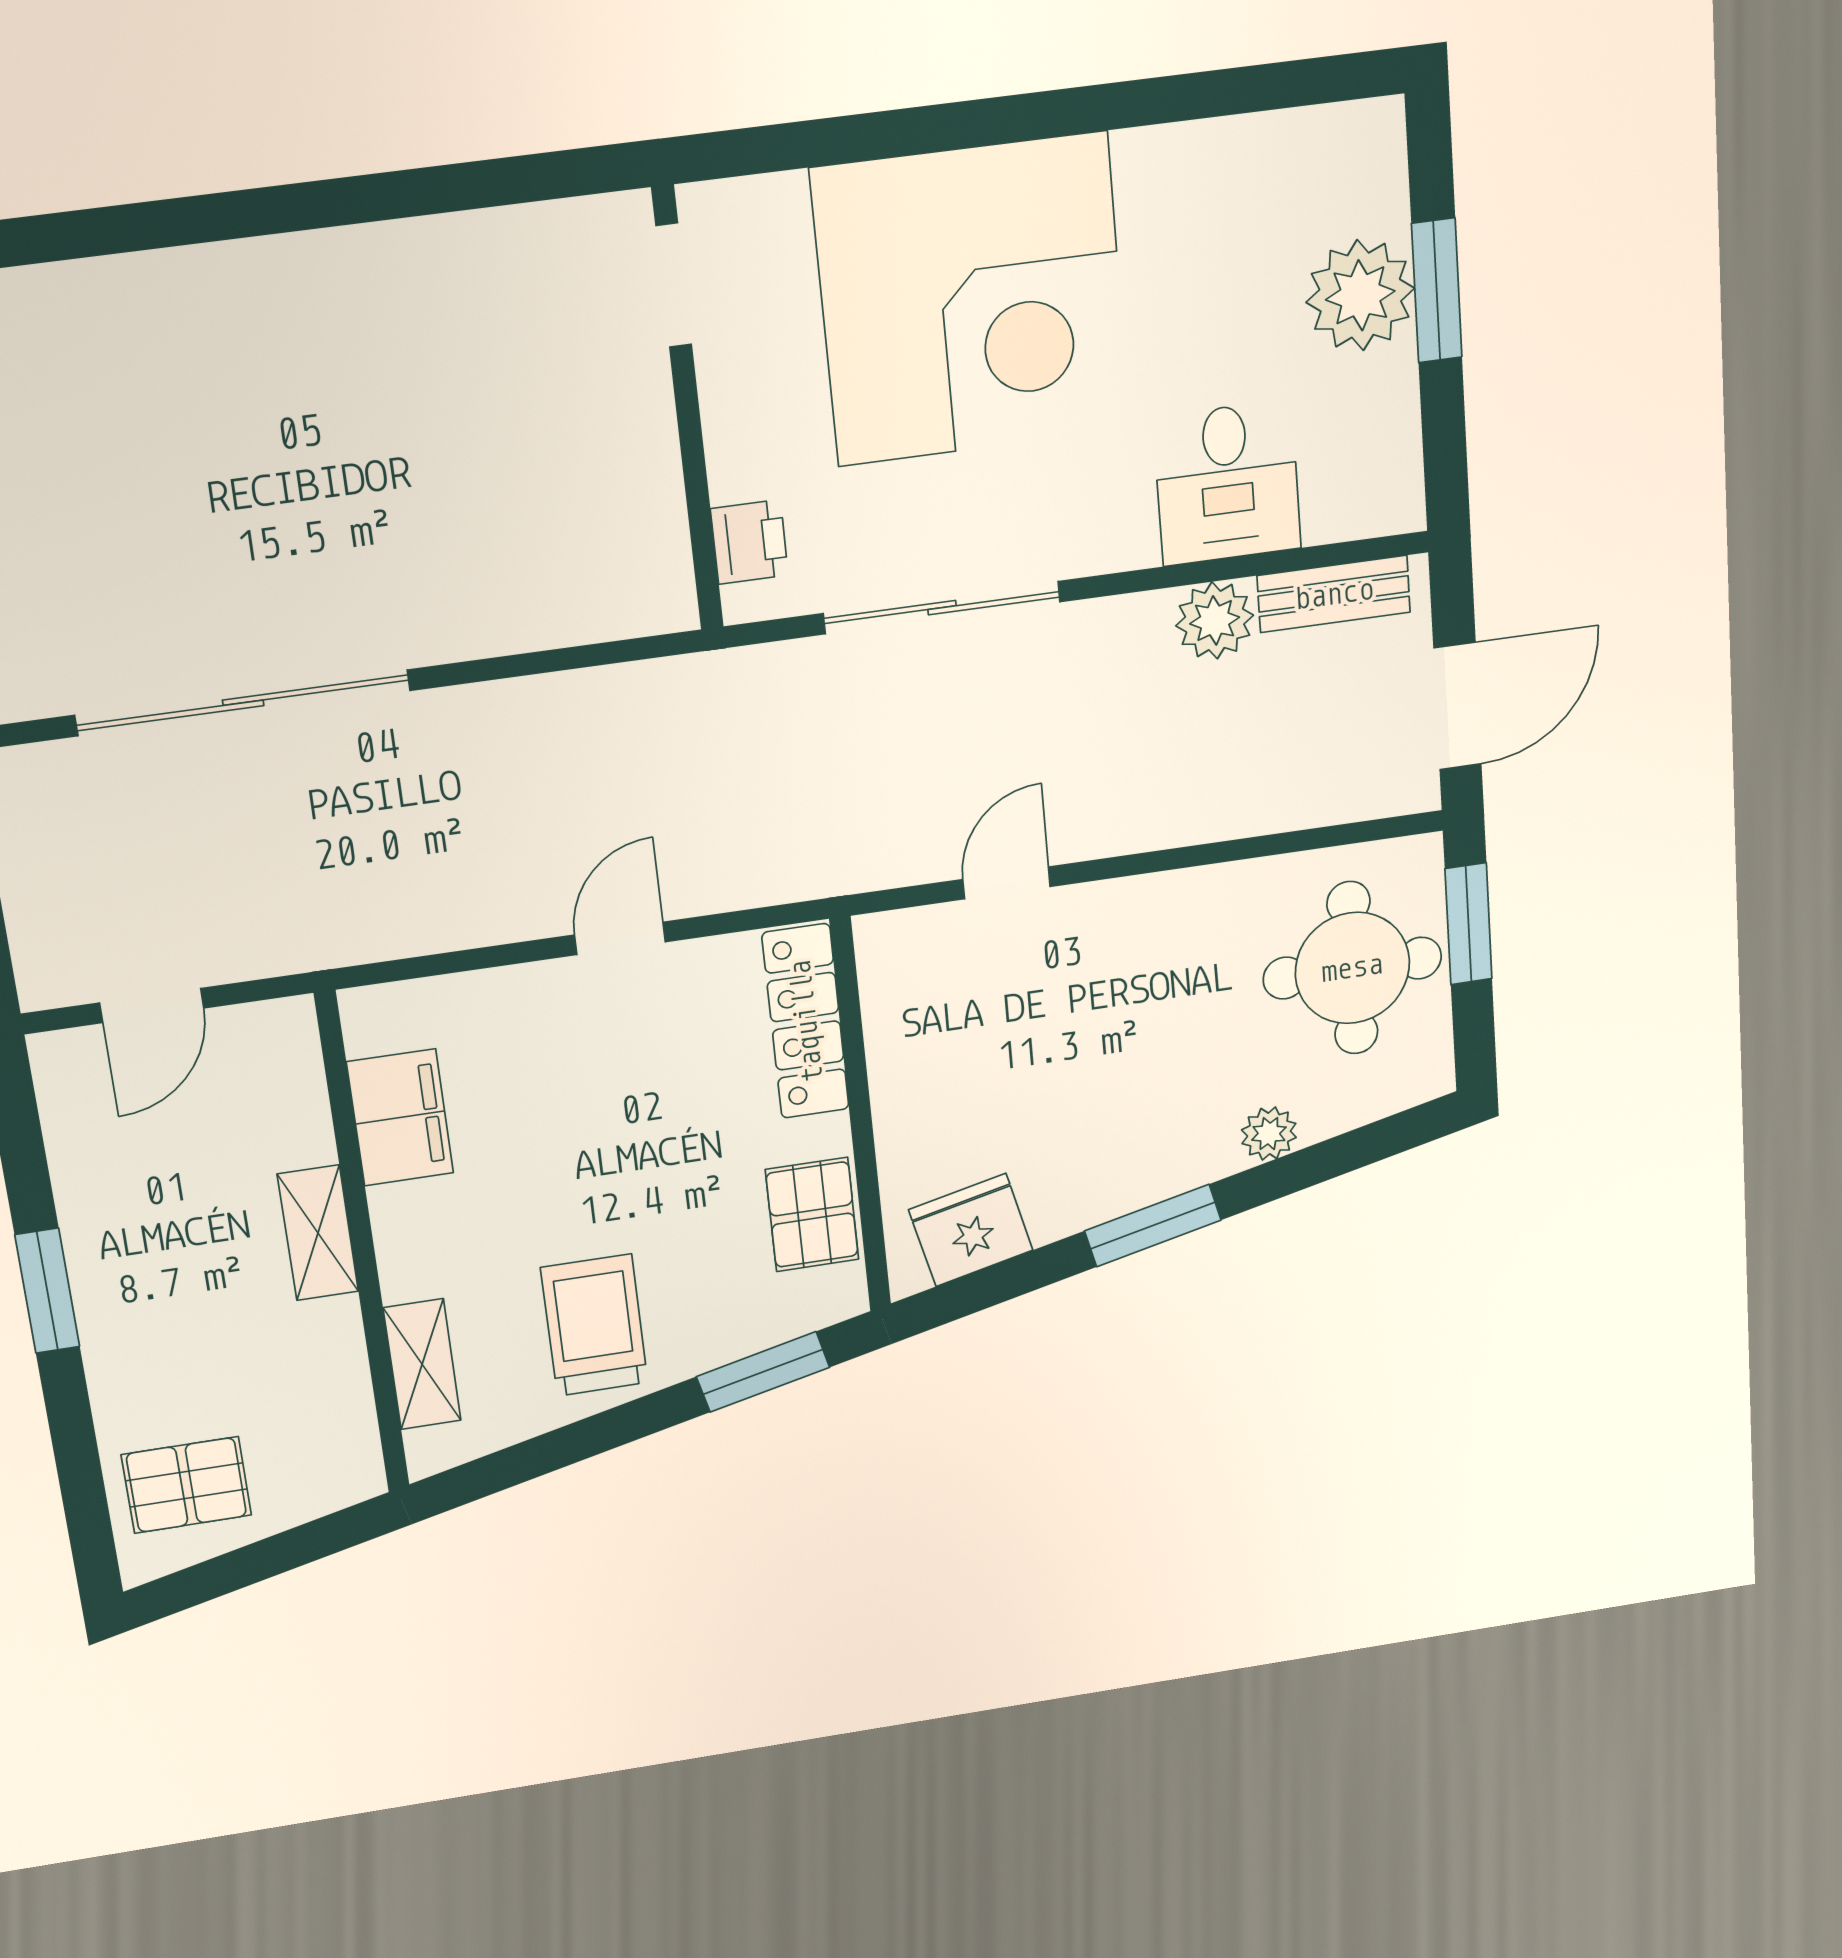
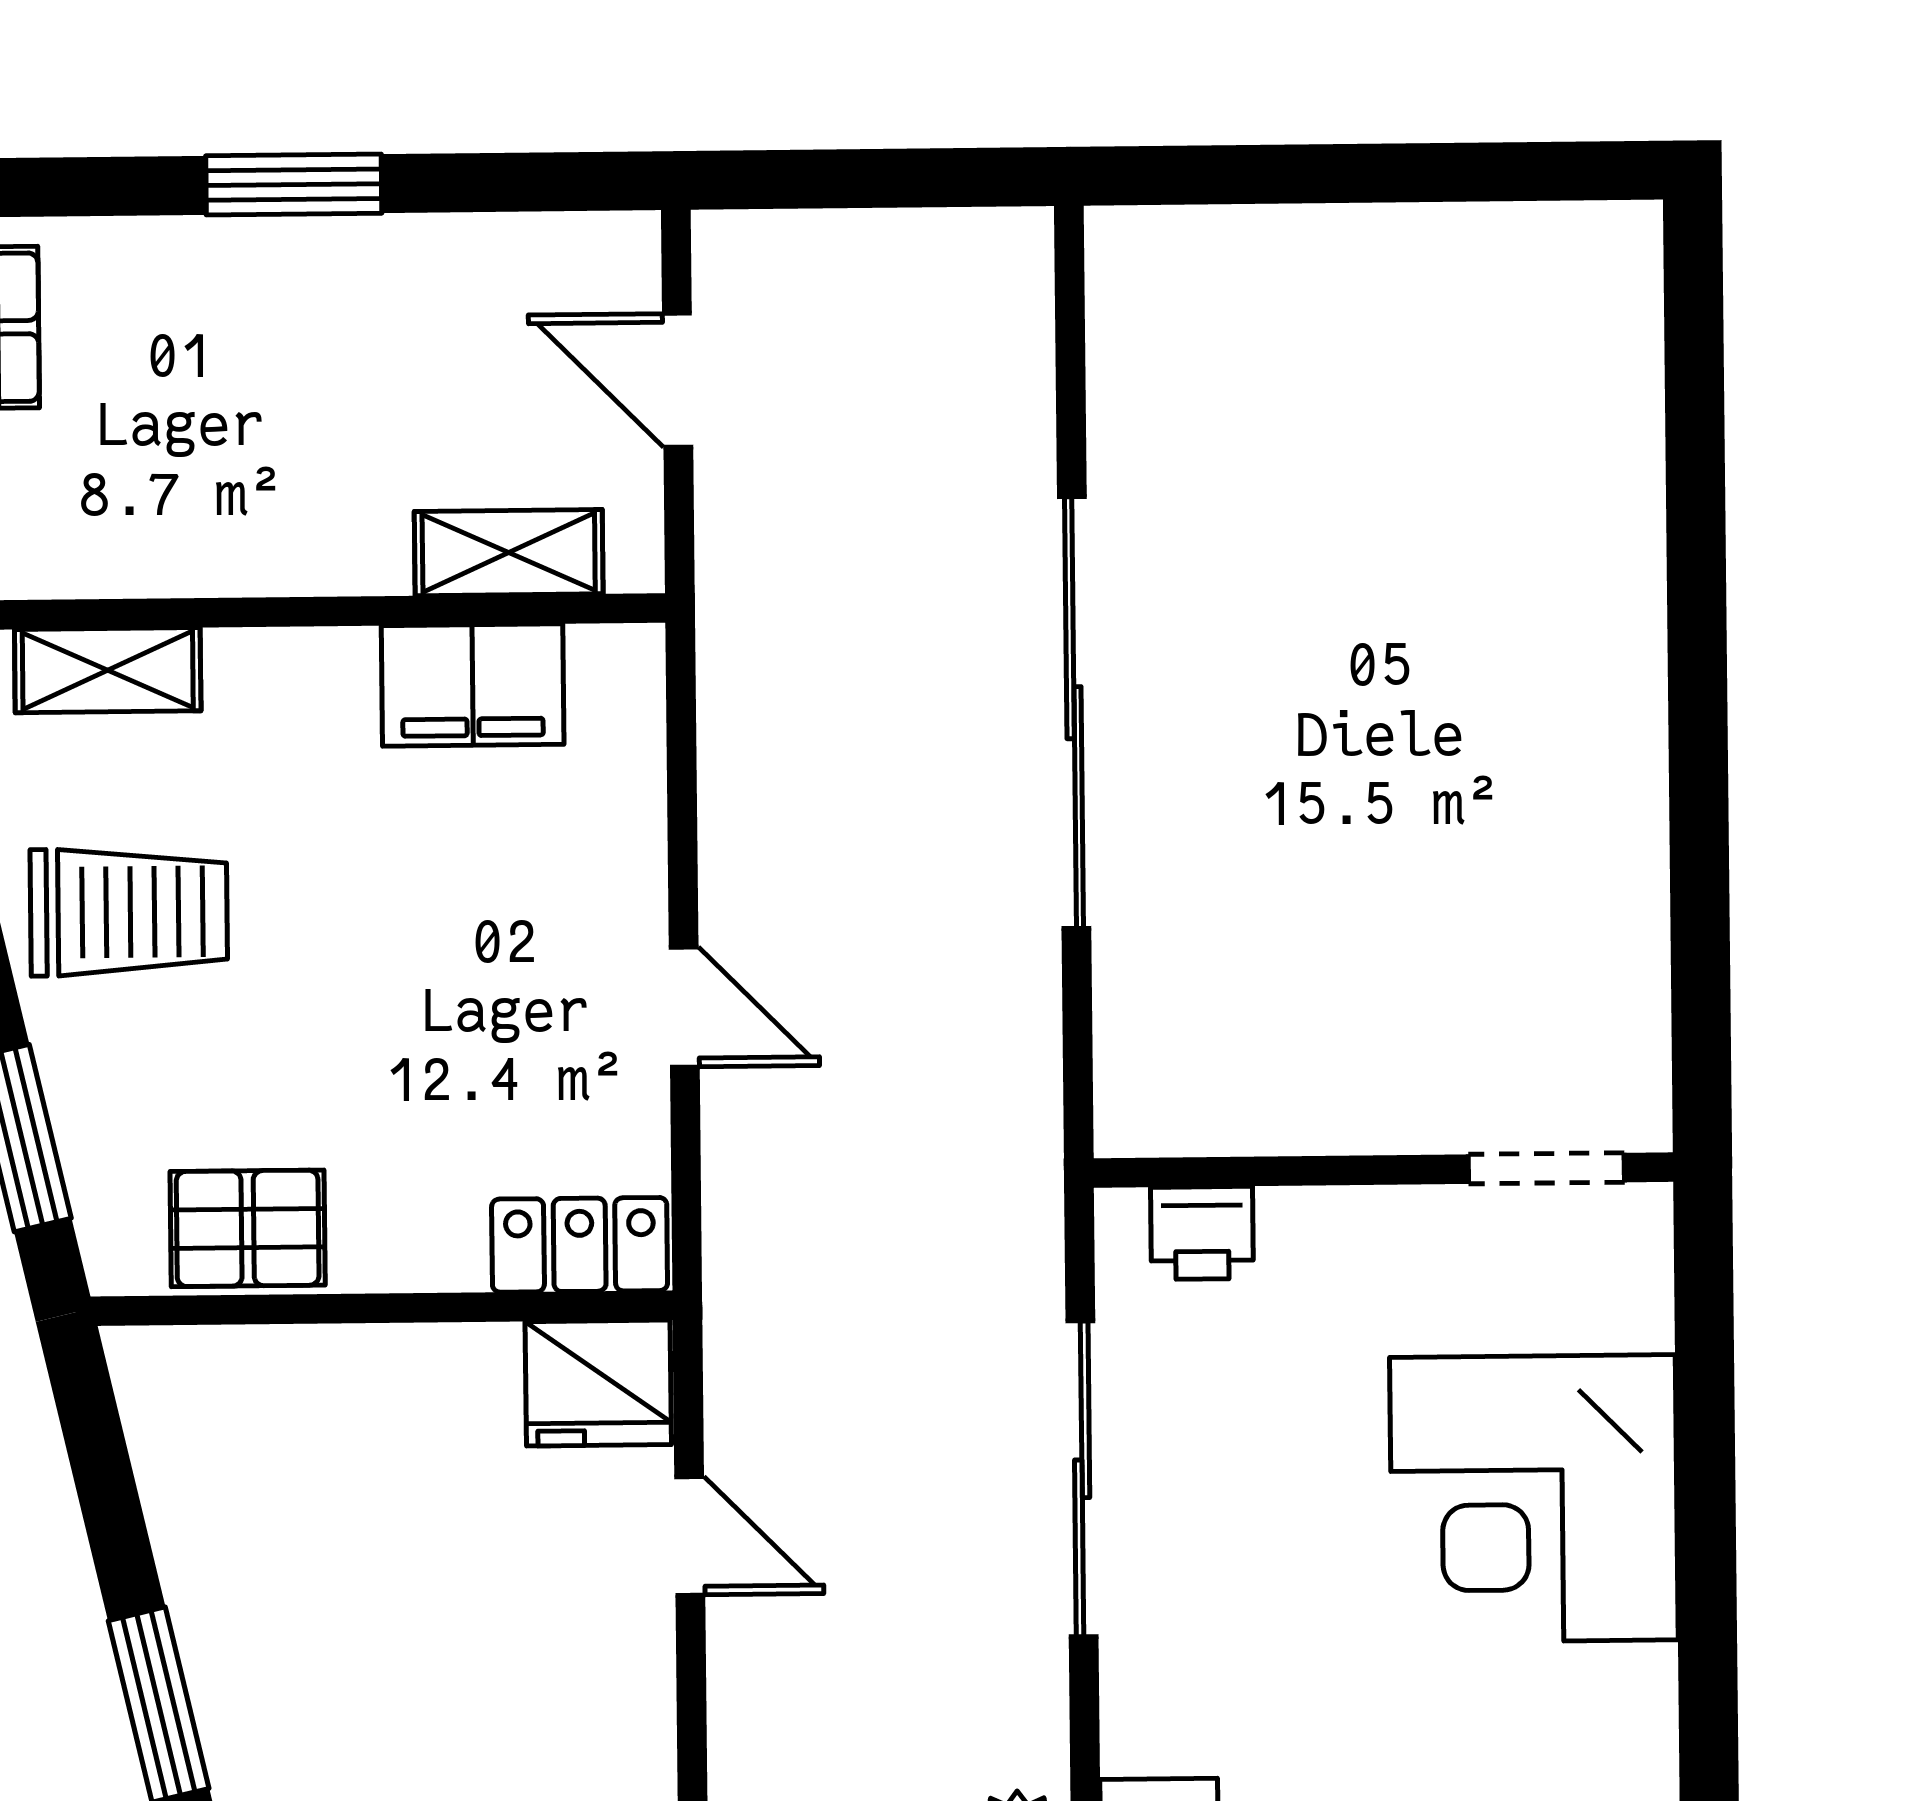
corner desk: (972, 300) -> (1534, 1499), width x0.74, depth x0.74
sliding door: (243, 703) -> (1074, 713), moved
locker: (806, 1021) -> (580, 1245), width x0.66
fridge: (971, 1230) -> (598, 1383), moved, turned 103
shelving: (318, 1233) -> (509, 553), moved

